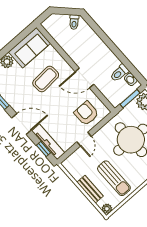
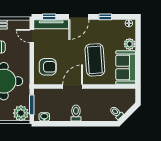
toilet: (119, 73) -> (76, 113), moved
coffee table: (46, 79) -> (95, 60), width x1.36, depth x1.32
door: (84, 139) -> (32, 36), moved

